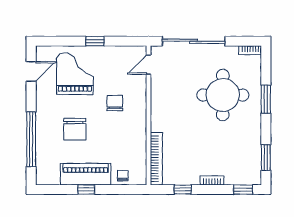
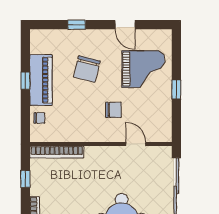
door: (149, 65) -> (136, 144), moved
door: (31, 71) -> (125, 25), moved
chair: (75, 129) -> (87, 69), turned -76
window: (31, 139) -> (77, 25), width x0.32

